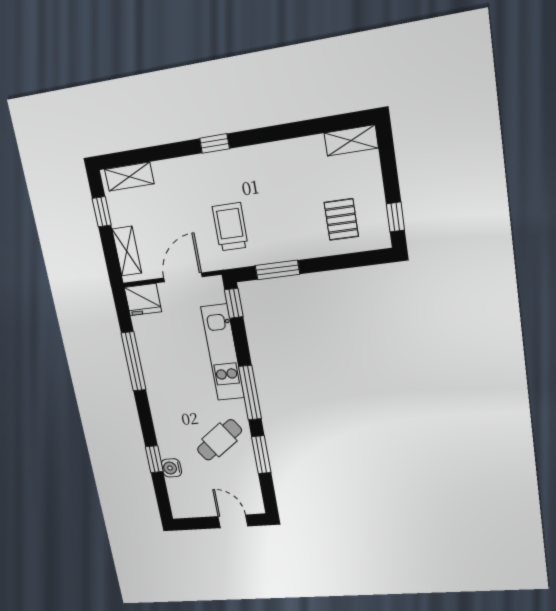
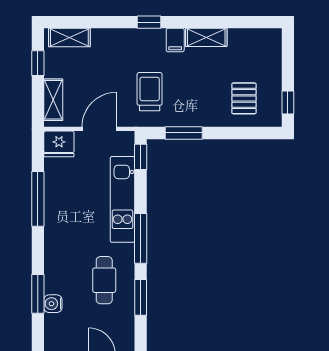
shelving: (351, 140) -> (206, 37), moved
filing cabinet: (249, 160) -> (175, 40), added
cafe table: (219, 440) -> (104, 280), turned -55
window: (154, 459) -> (38, 294), width x1.50

